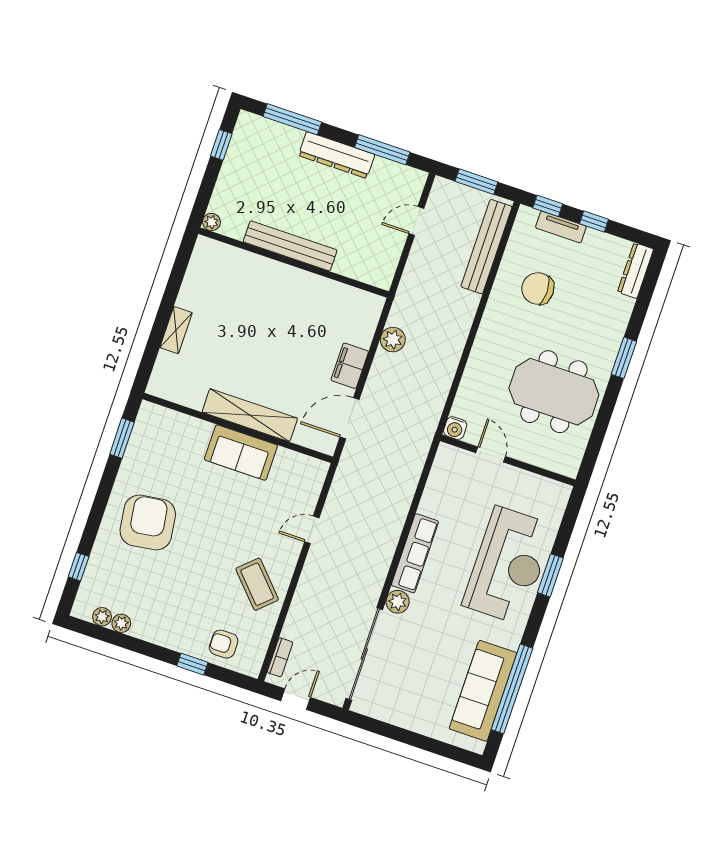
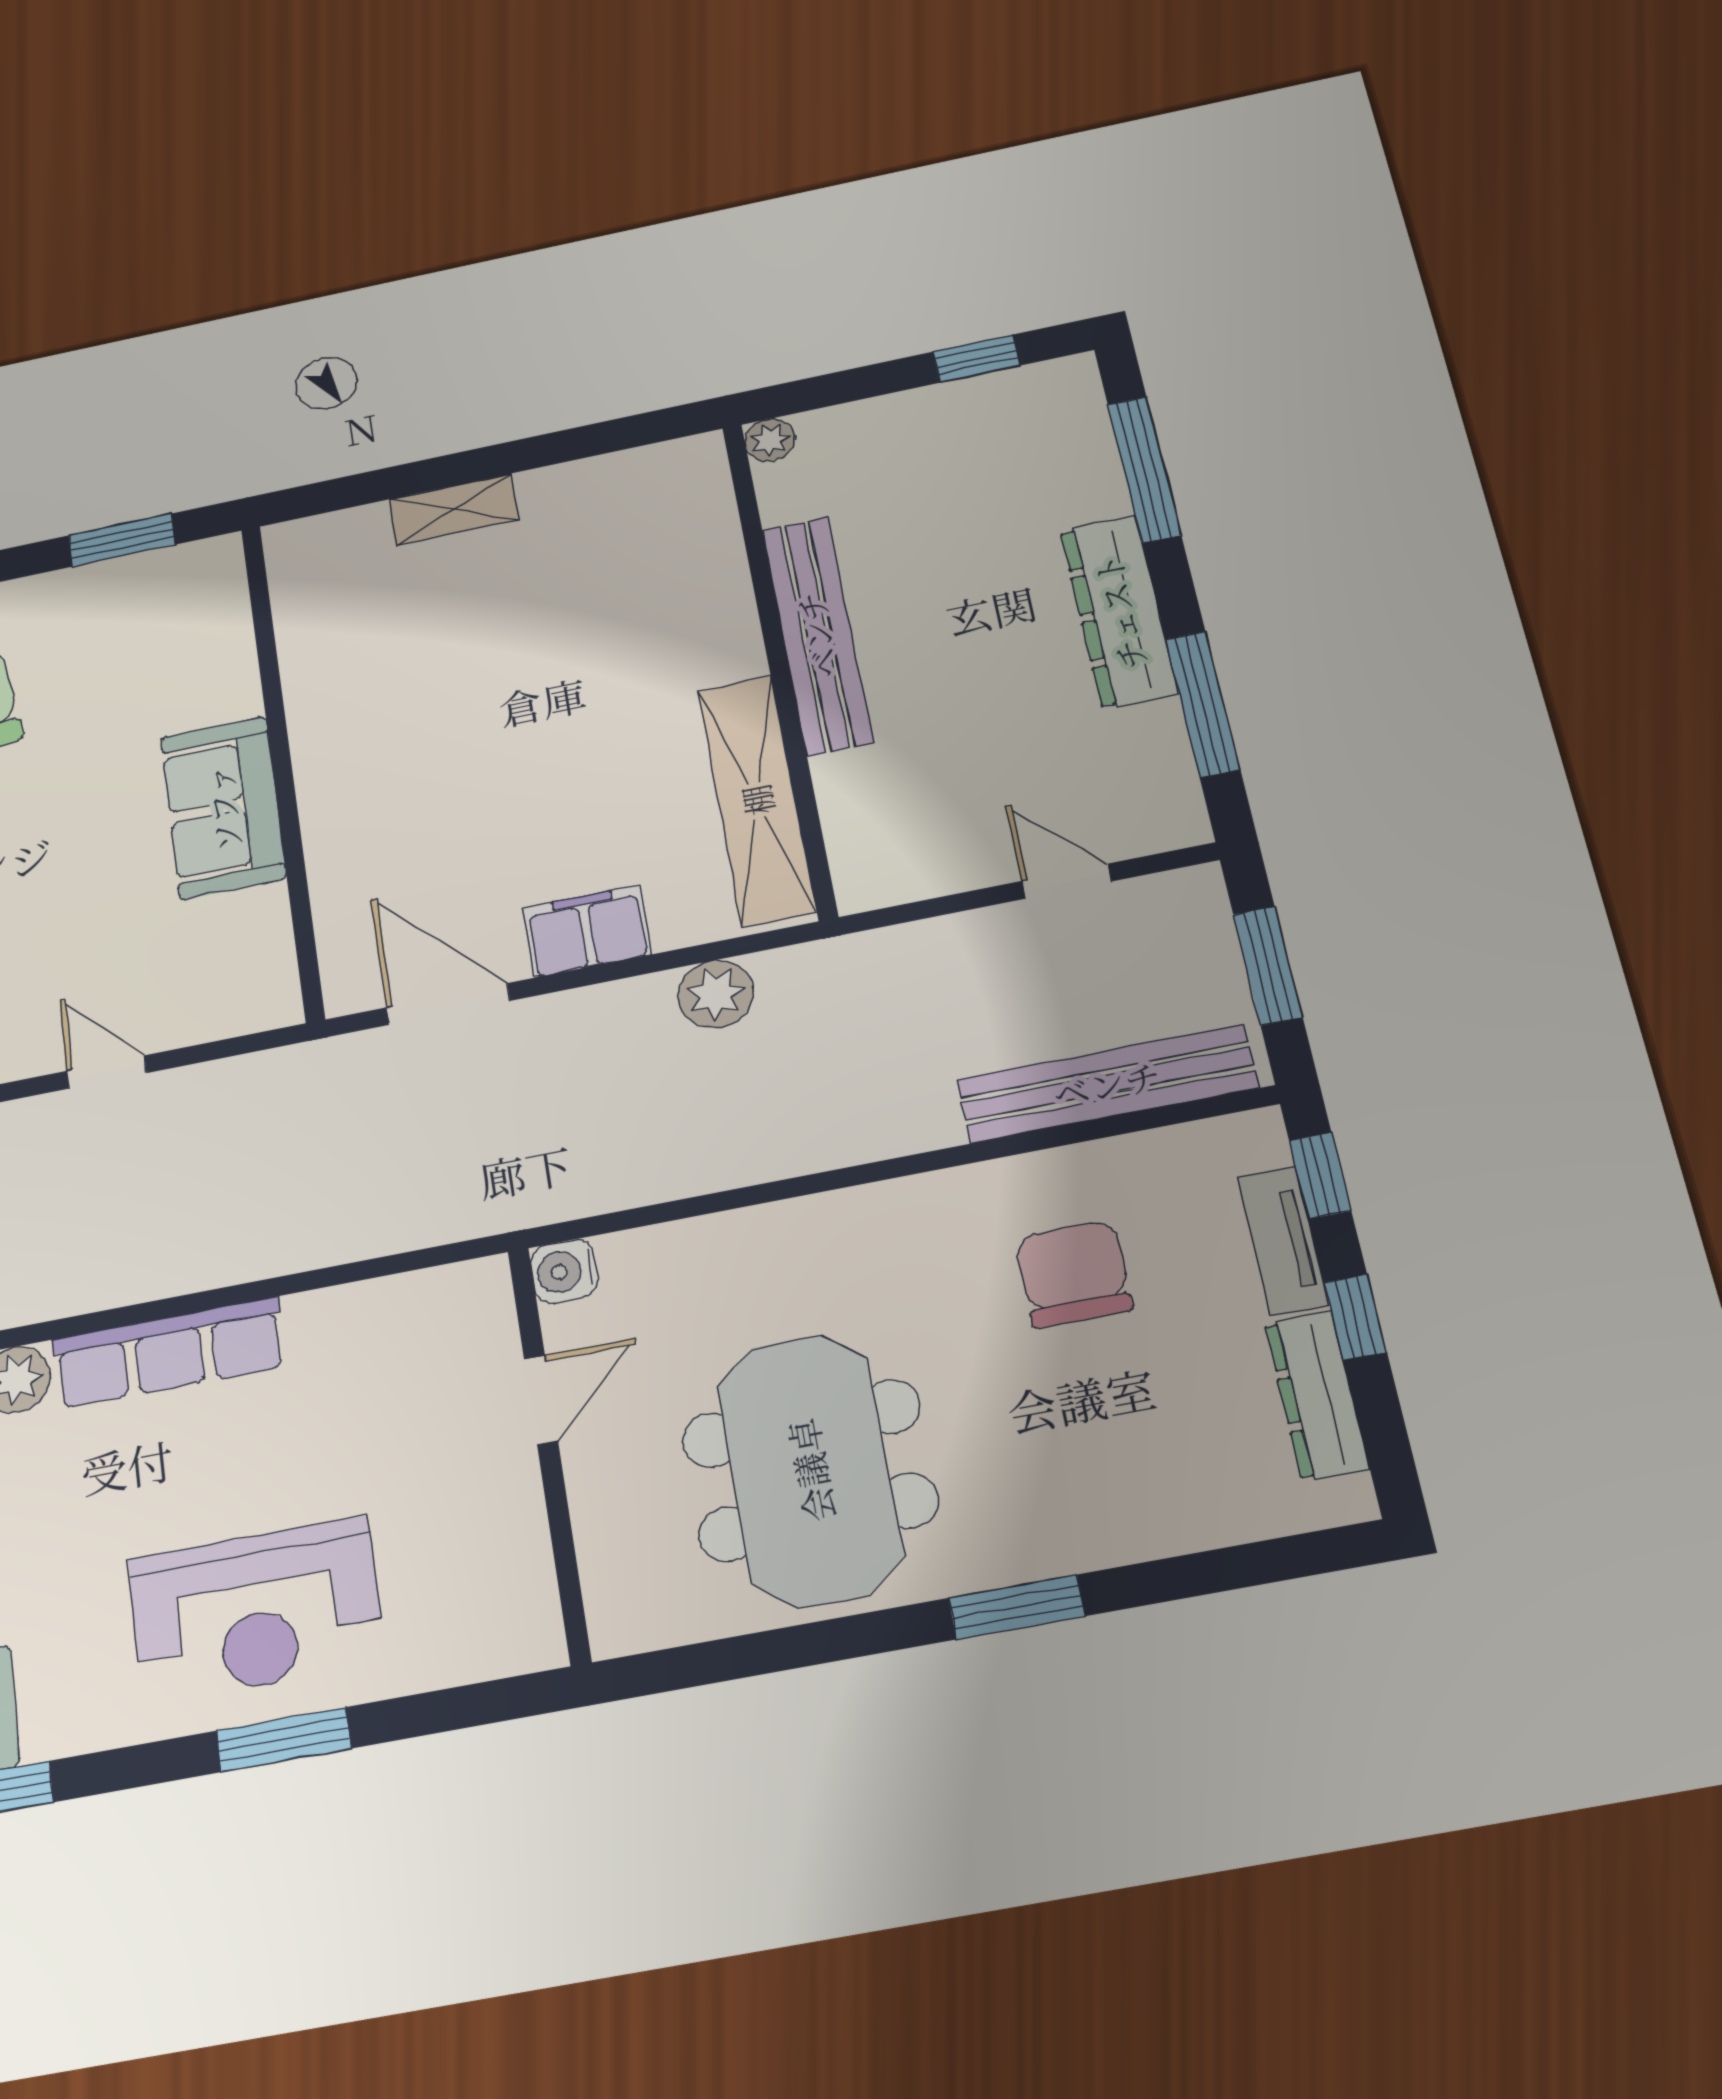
dresser: (635, 271) -> (1317, 1395), moved, turned -90
shelving: (250, 415) -> (757, 800), moved
reception desk: (508, 565) -> (256, 1611), width x0.74, depth x0.77

